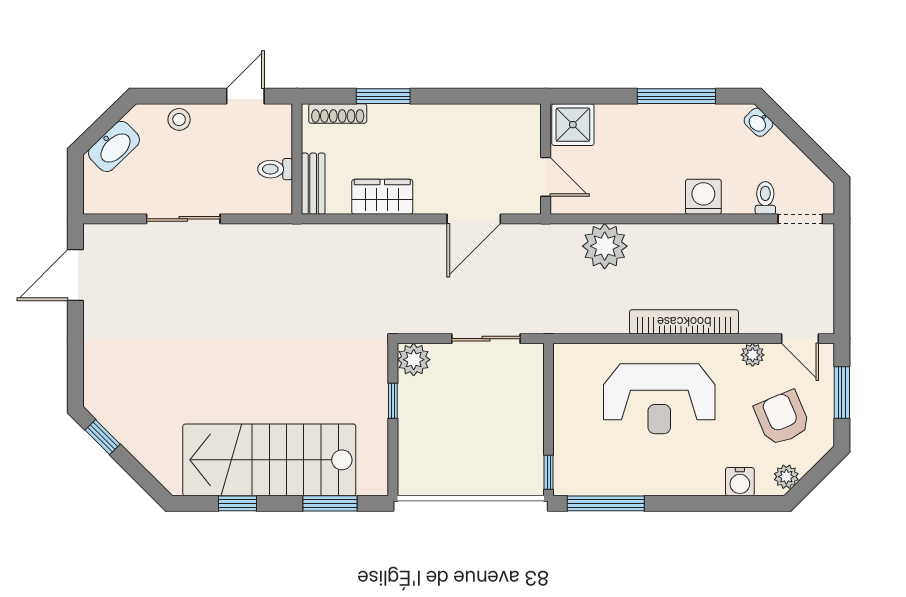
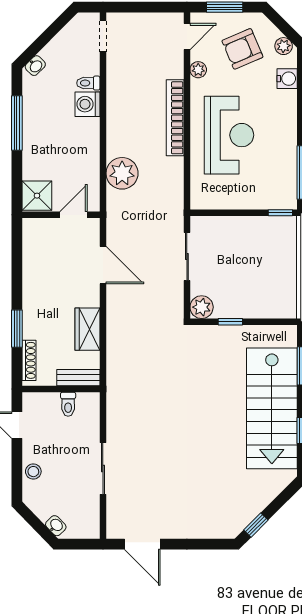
washbasin: (114, 146) -> (56, 526), width x0.52, depth x0.69
toilet: (765, 198) -> (88, 83), moved

